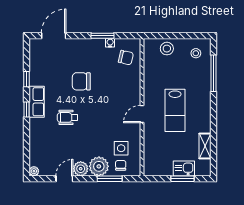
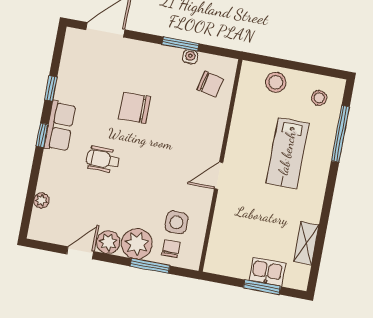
lab bench: (175, 110) -> (287, 153), moved
plant: (34, 171) -> (42, 200), moved

